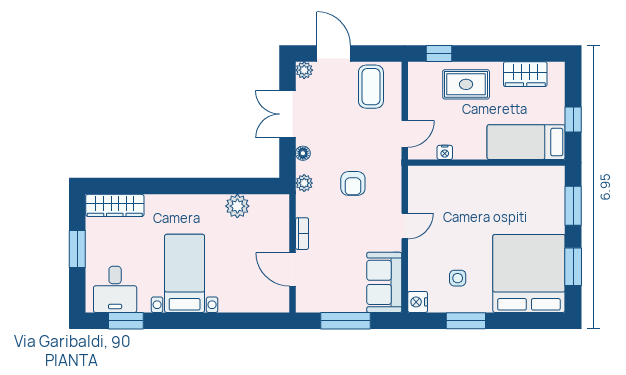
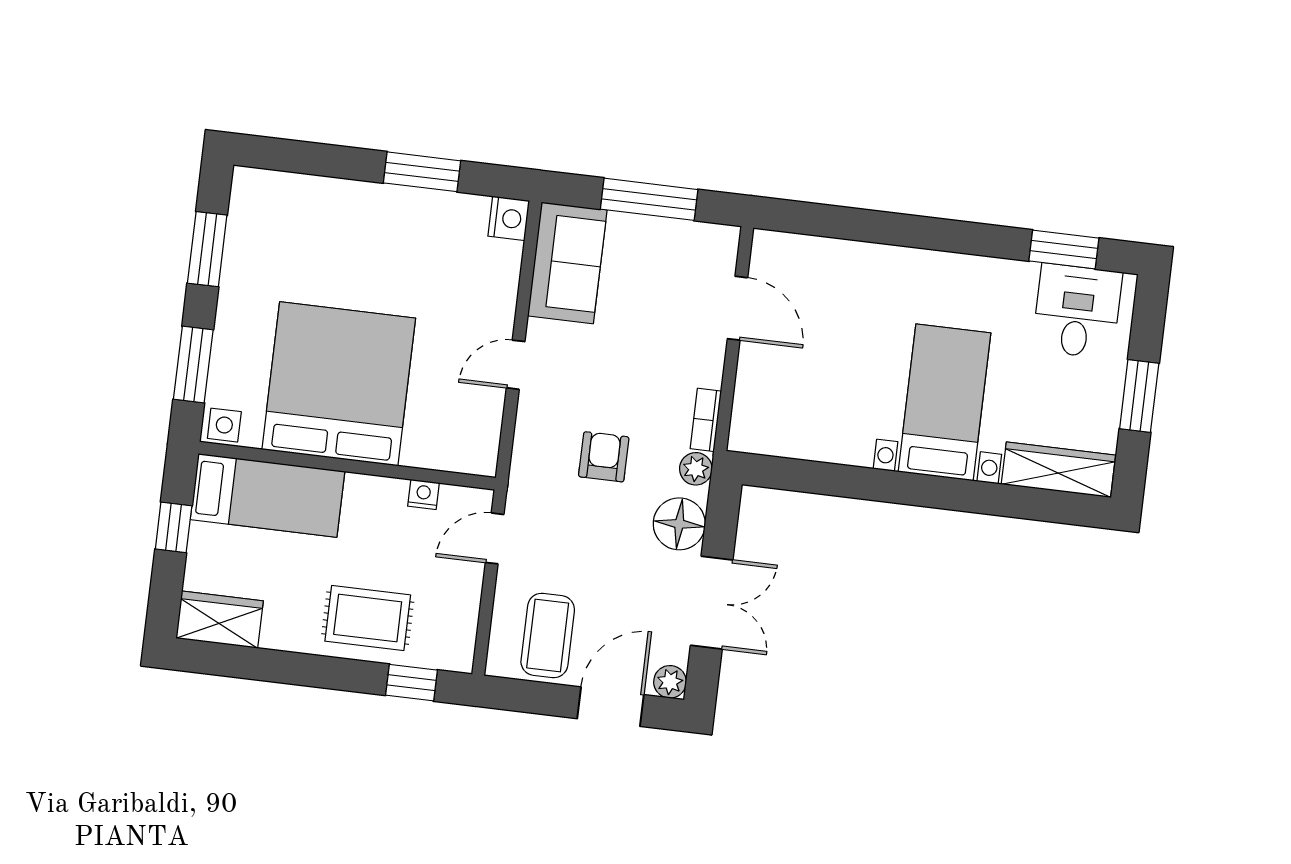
door: (334, 53) -> (611, 707), swing flipped
wardrobe: (525, 74) -> (220, 620), moved
floor lamp: (303, 153) -> (679, 524), width x1.89, depth x1.89
plant: (237, 206) -> (827, 440), removed
bookcase: (302, 234) -> (706, 420), moved
bed with nightstands: (185, 273) -> (945, 402), moved, turned 180
bed: (529, 273) -> (339, 384), moved, turned 180
side table: (458, 278) -> (224, 425), moved

